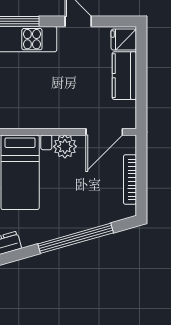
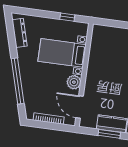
window: (141, 77) -> (109, 134), added

